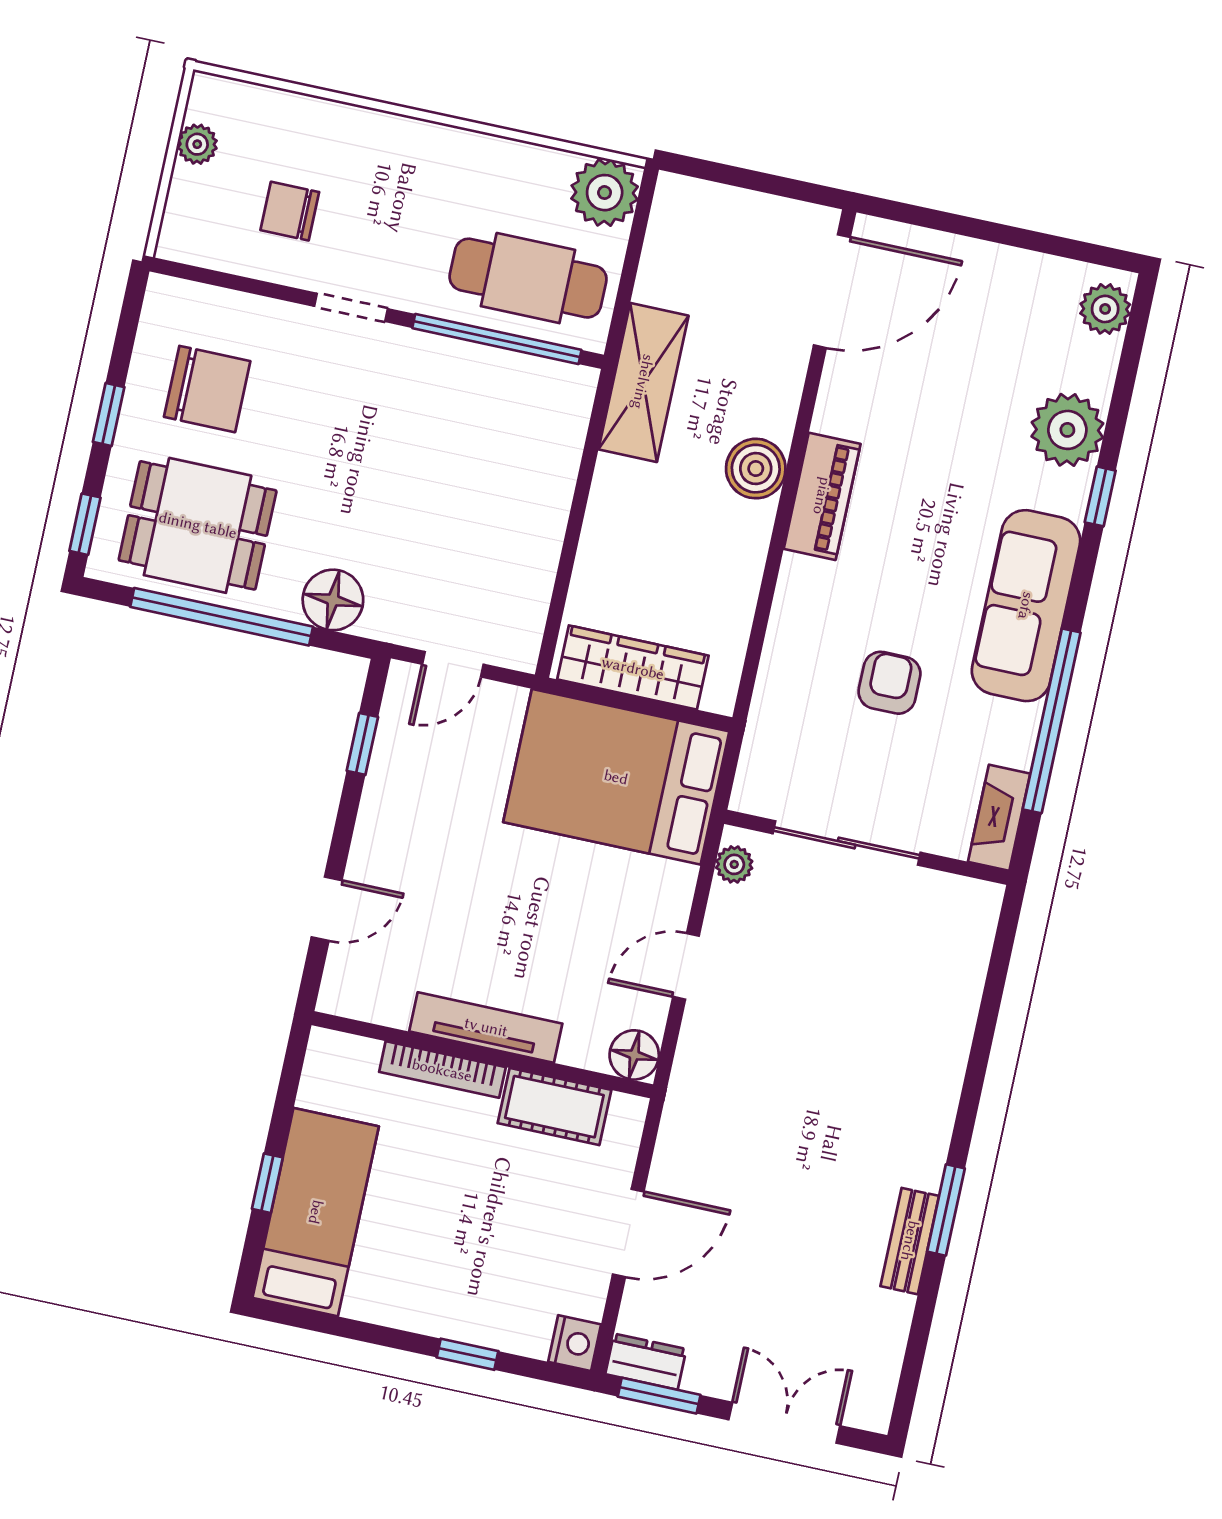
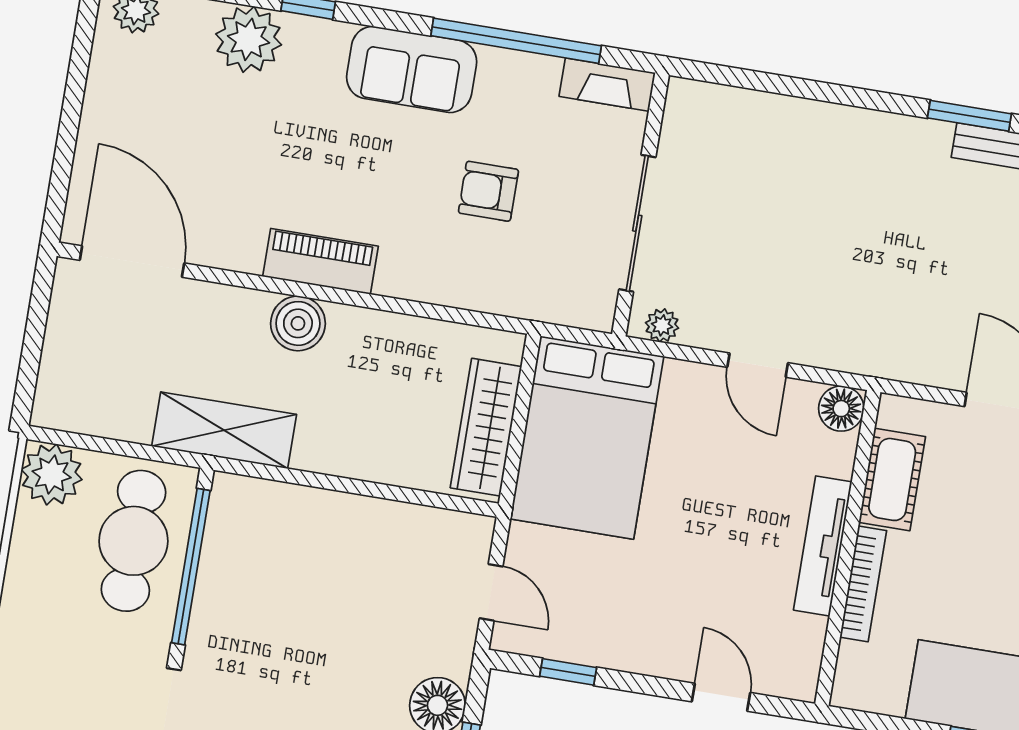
sofa: (1026, 606) -> (412, 69), width x0.73

